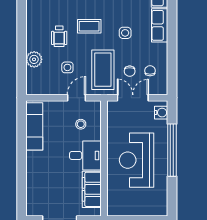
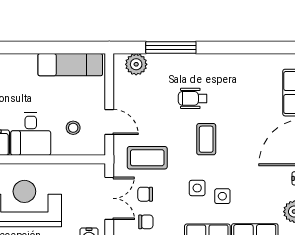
window: (22, 52) -> (171, 48), added
plant: (34, 59) -> (136, 64), moved
side table: (67, 67) -> (222, 196), moved
coffee table: (103, 70) -> (147, 158), width x0.73, depth x0.76

